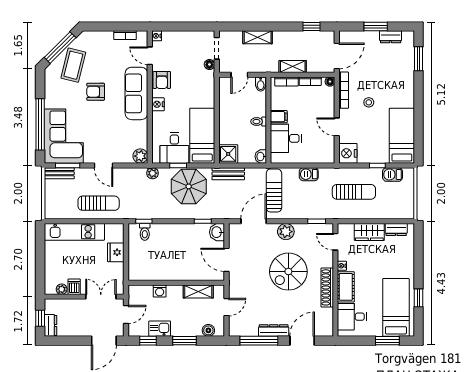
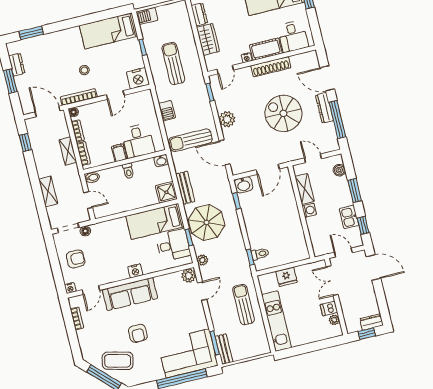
armchair: (162, 80) -> (76, 259), moved
door: (103, 165) -> (202, 291), moved
barbecue: (393, 174) -> (147, 16), moved, turned 90
spiral stairs: (288, 272) -> (283, 113), moved, turned 180
washing machine: (160, 291) -> (309, 210), moved

